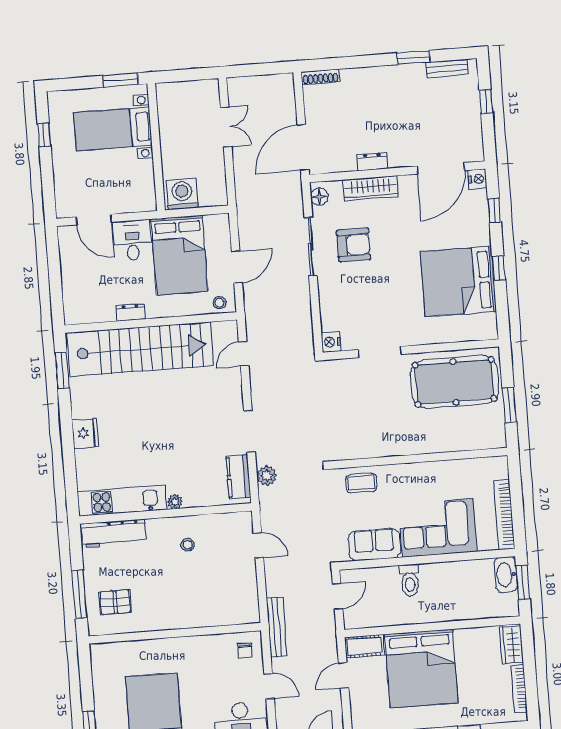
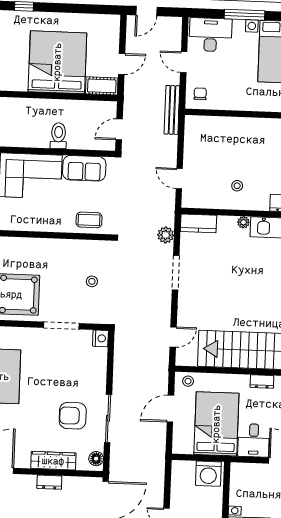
stool: (349, 409) -> (92, 281), added
kitchen counter: (239, 477) -> (198, 223), moved, turned 90

